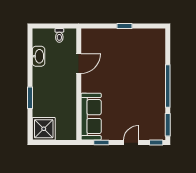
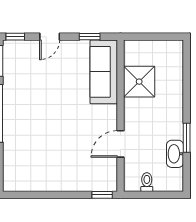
window: (125, 26) -> (102, 195), moved
window: (30, 98) -> (187, 138), moved
shower: (44, 129) -> (139, 82), moved

